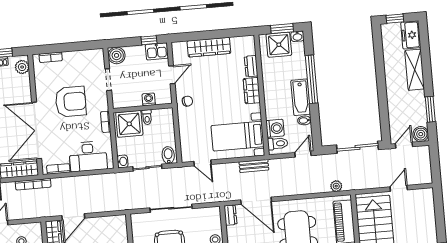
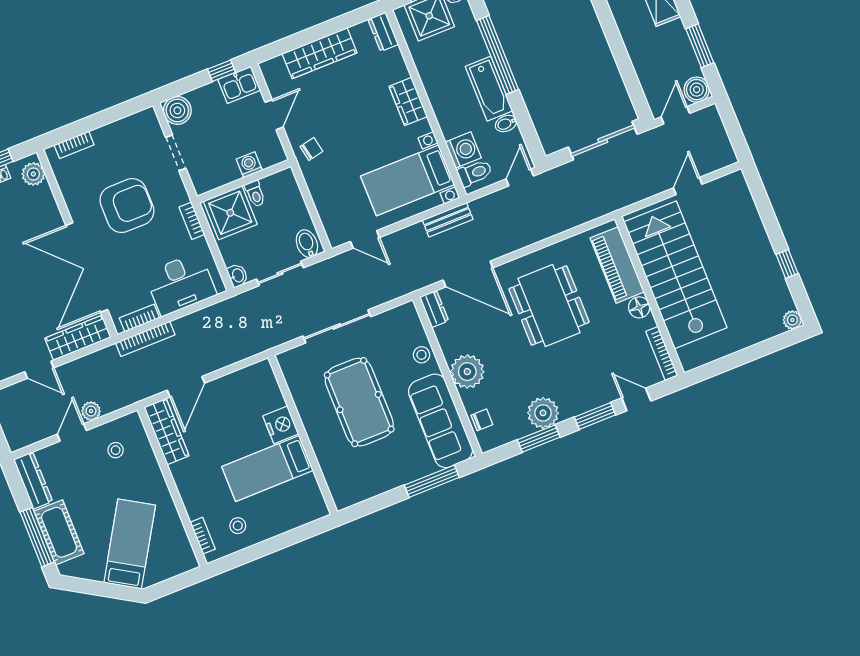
dresser: (251, 66) -> (383, 32), moved
bookcase: (33, 184) -> (145, 339), moved
plant: (336, 186) -> (91, 411), moved

